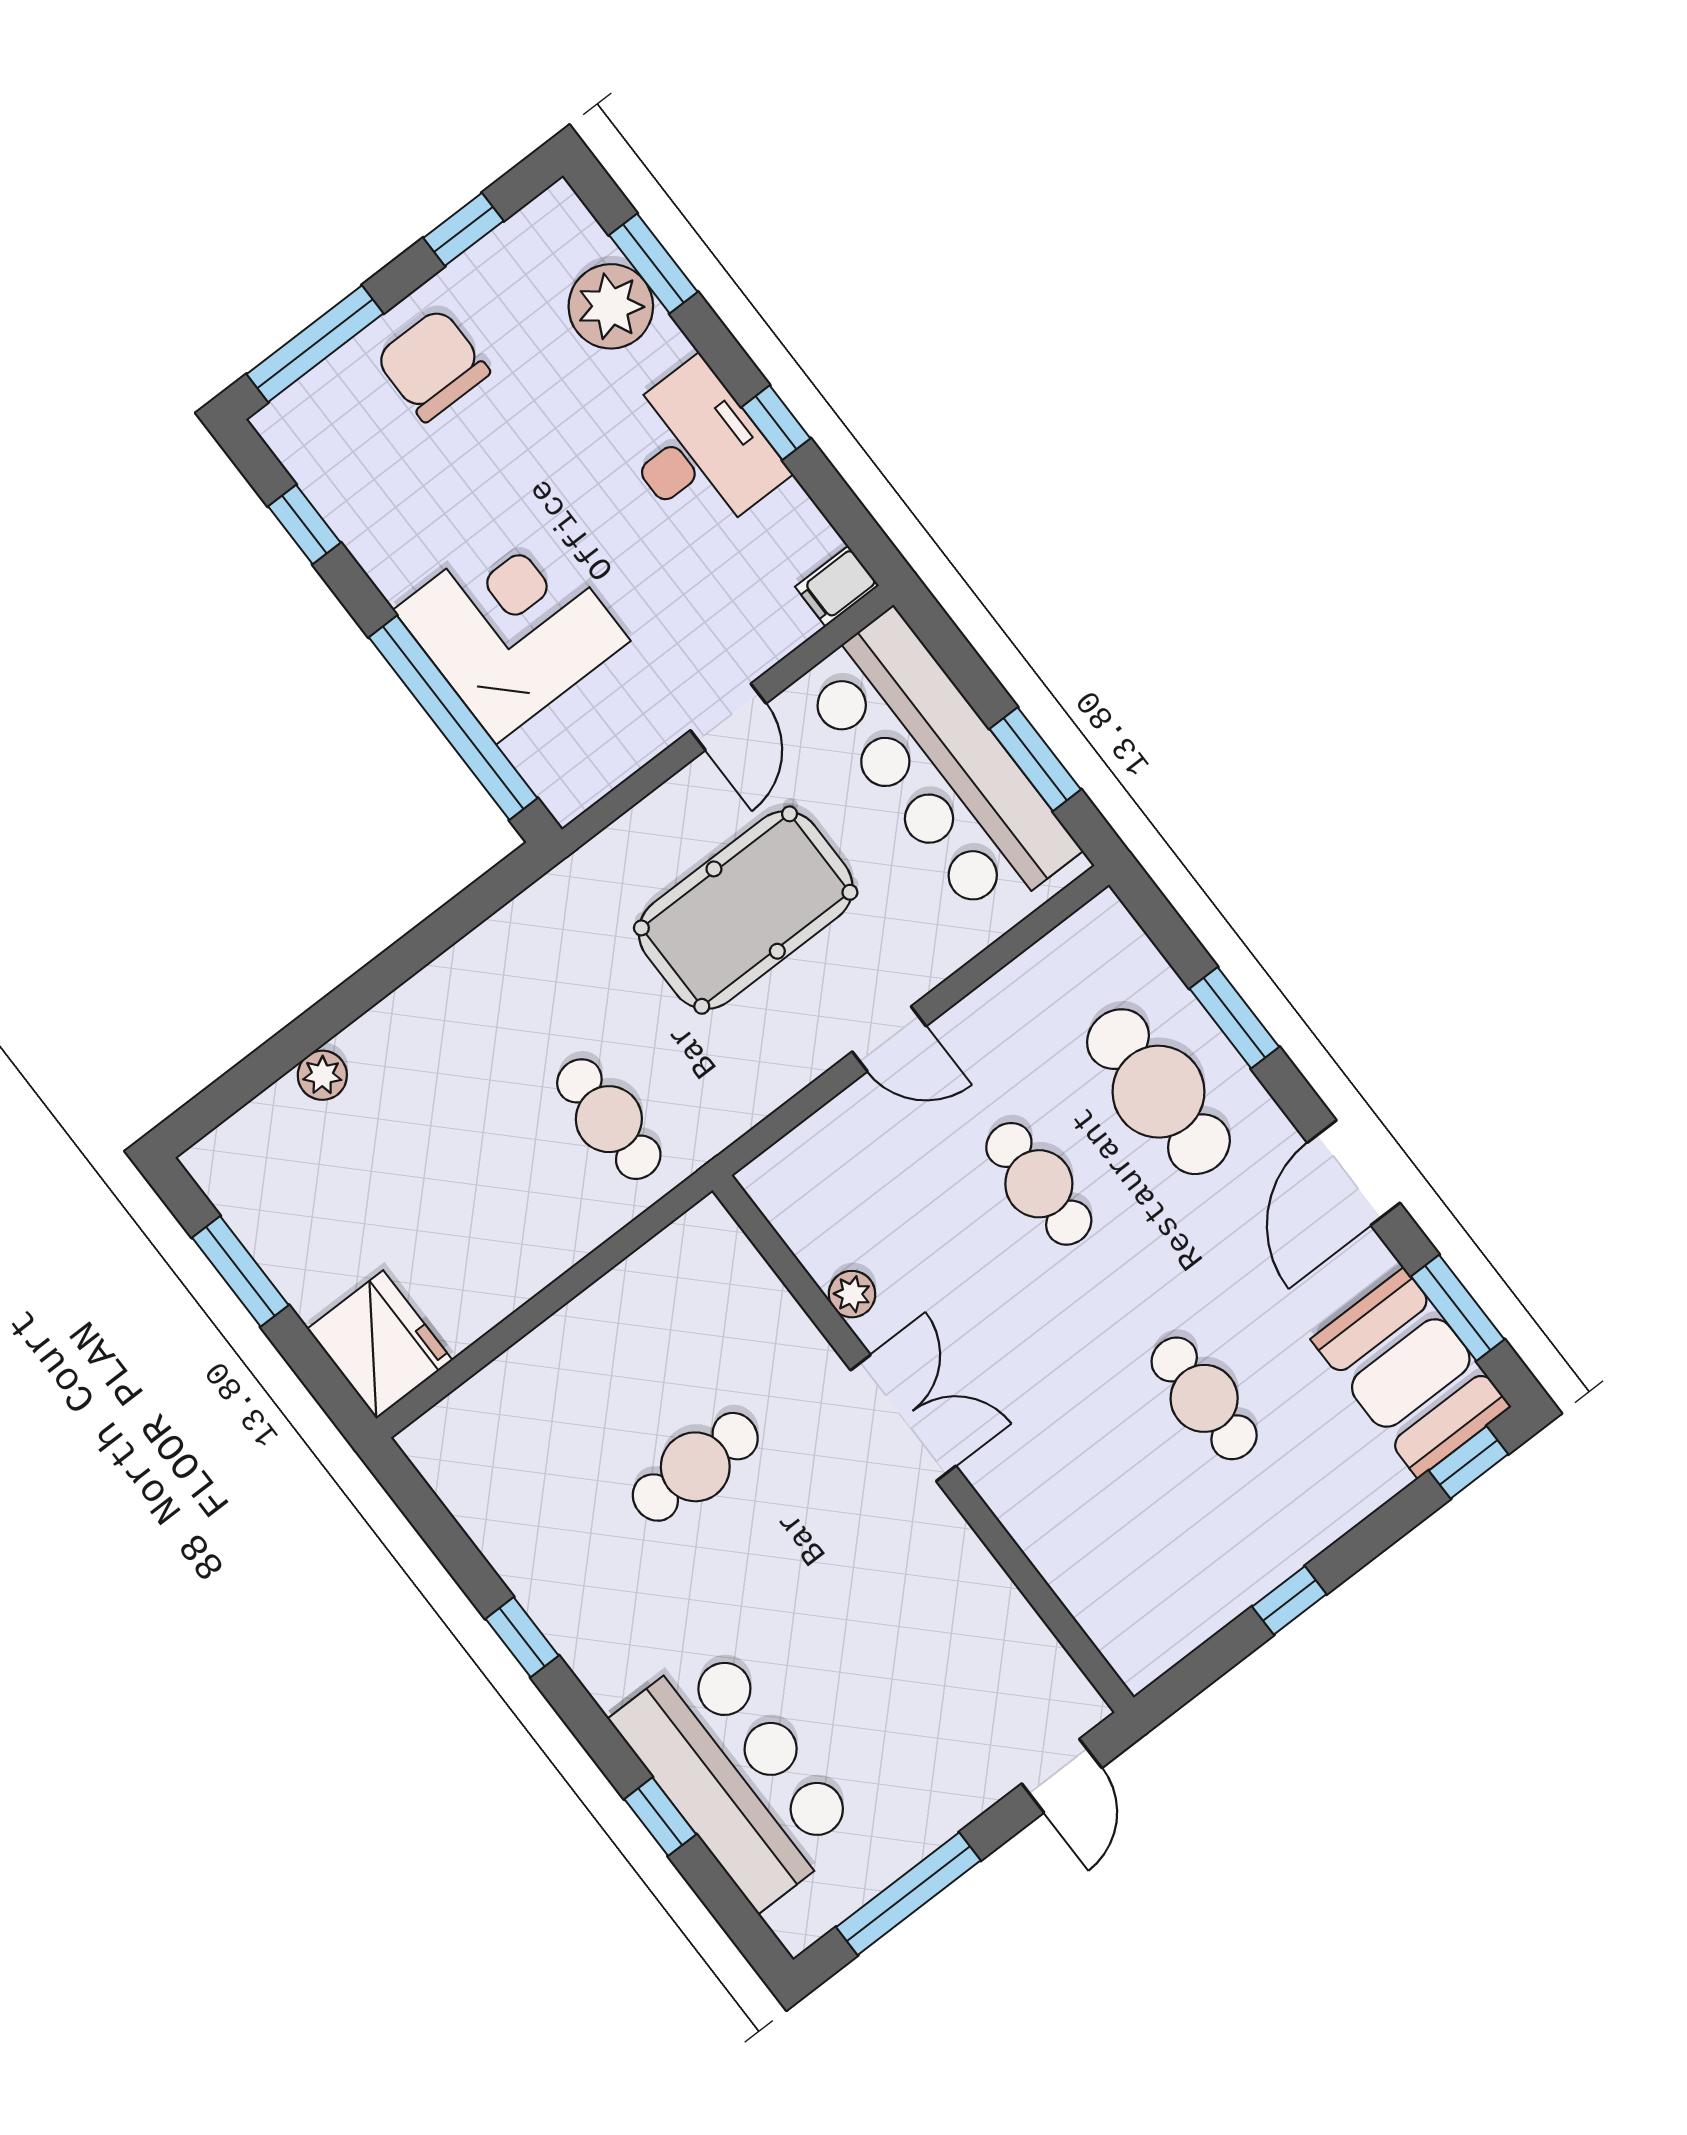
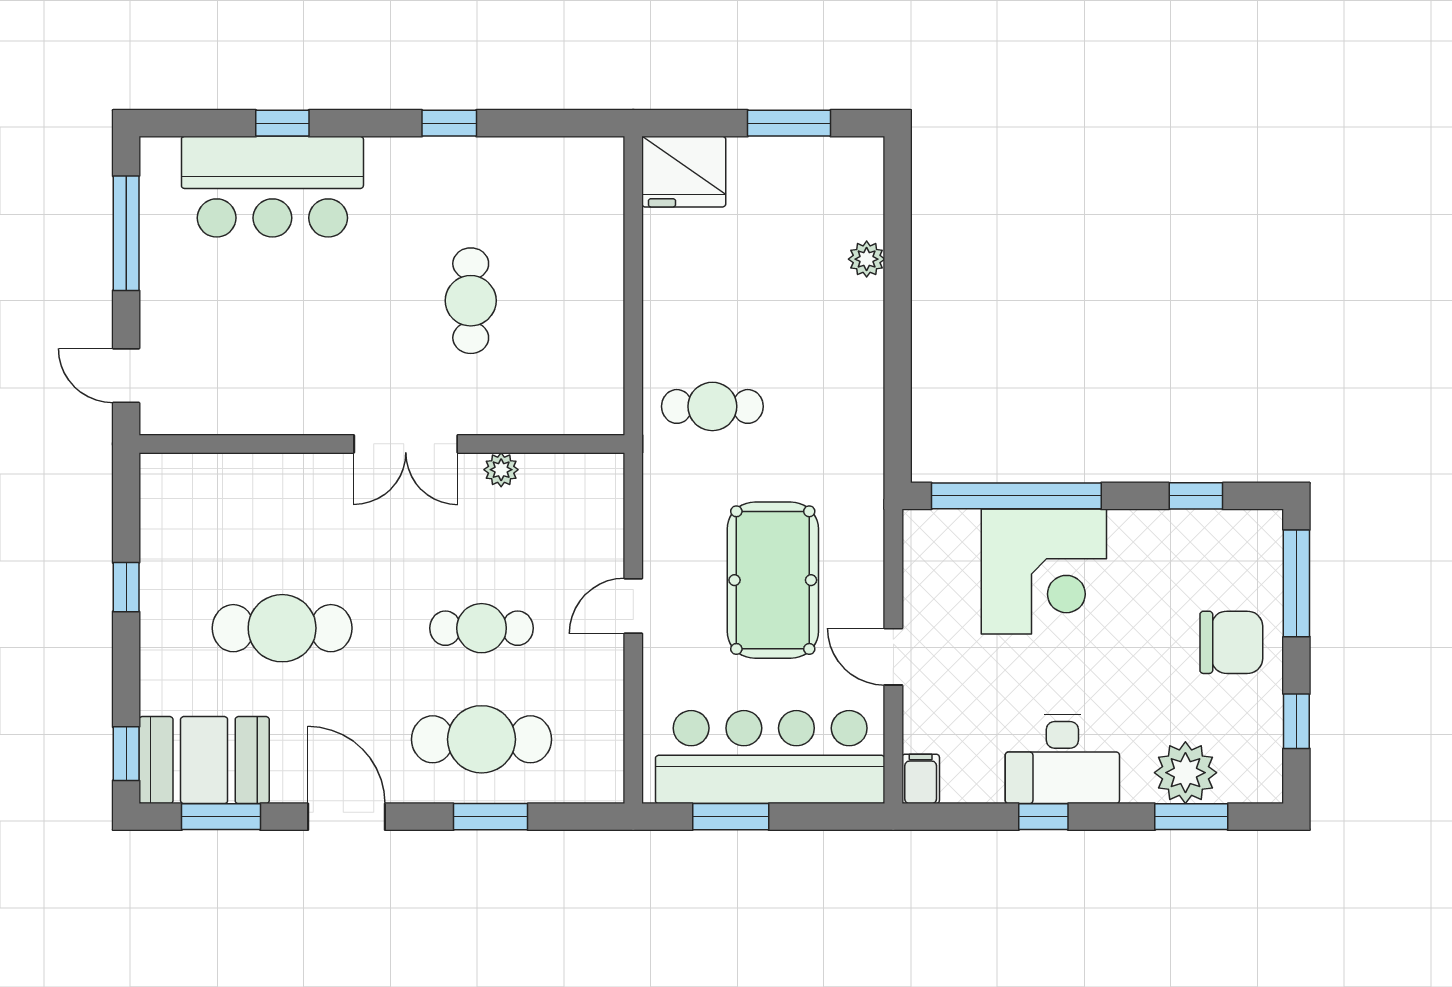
cafe table: (1204, 1398) -> (282, 628), width x1.37, depth x1.35

